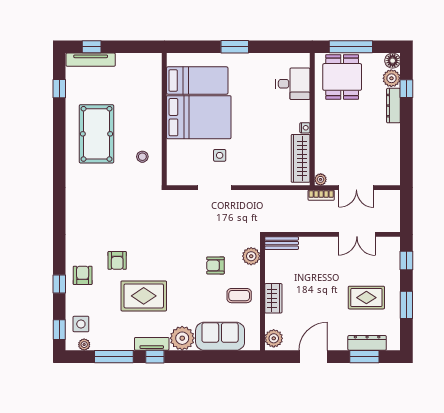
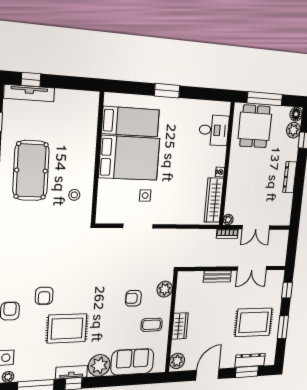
dresser: (393, 106) -> (290, 177), moved
bench: (282, 243) -> (217, 276), moved
rug: (366, 298) -> (254, 322), width x1.36, depth x1.43

